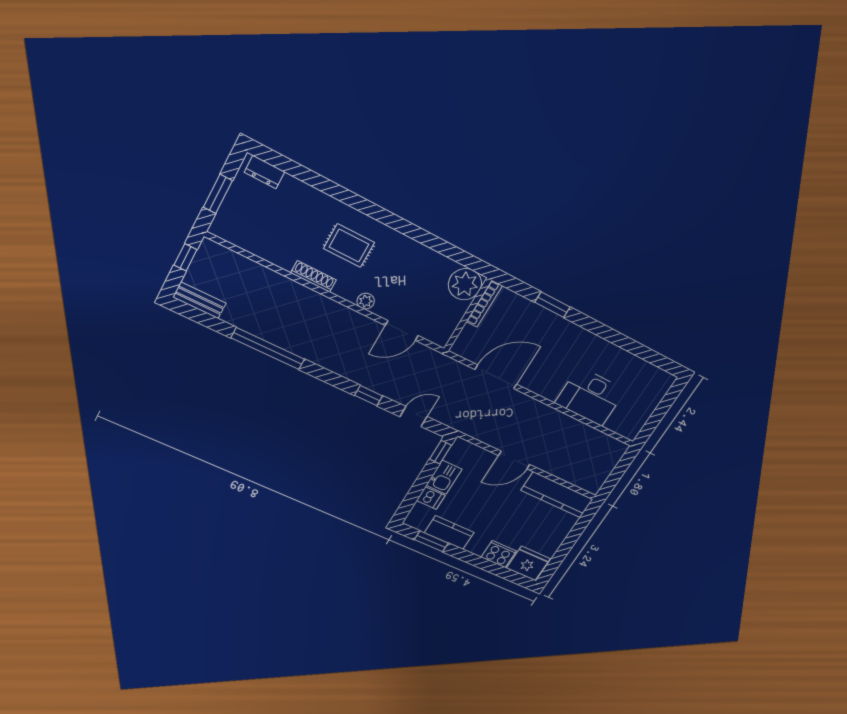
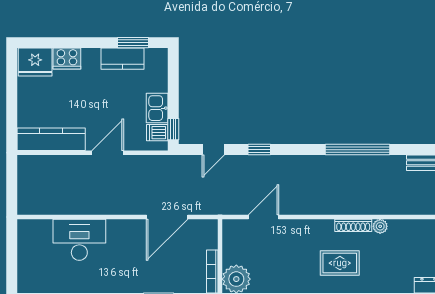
plant: (366, 301) -> (380, 226), moved
dishwasher: (431, 498) -> (157, 133), moved

